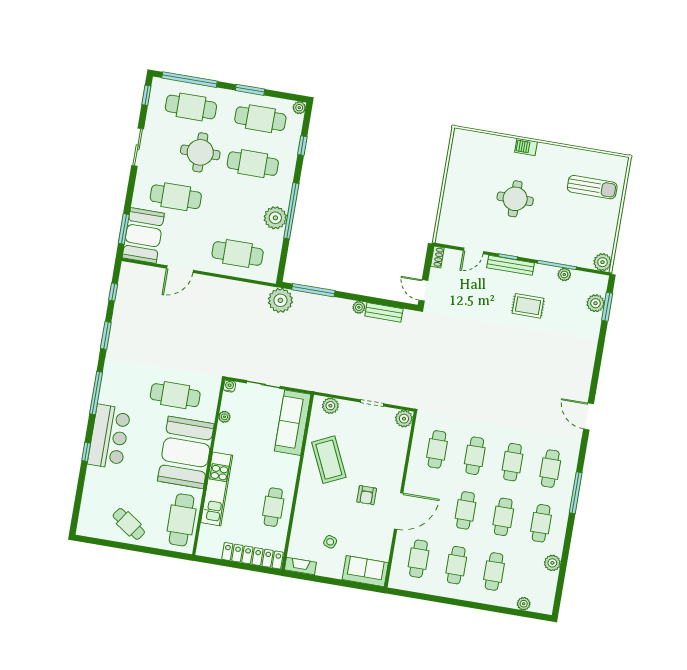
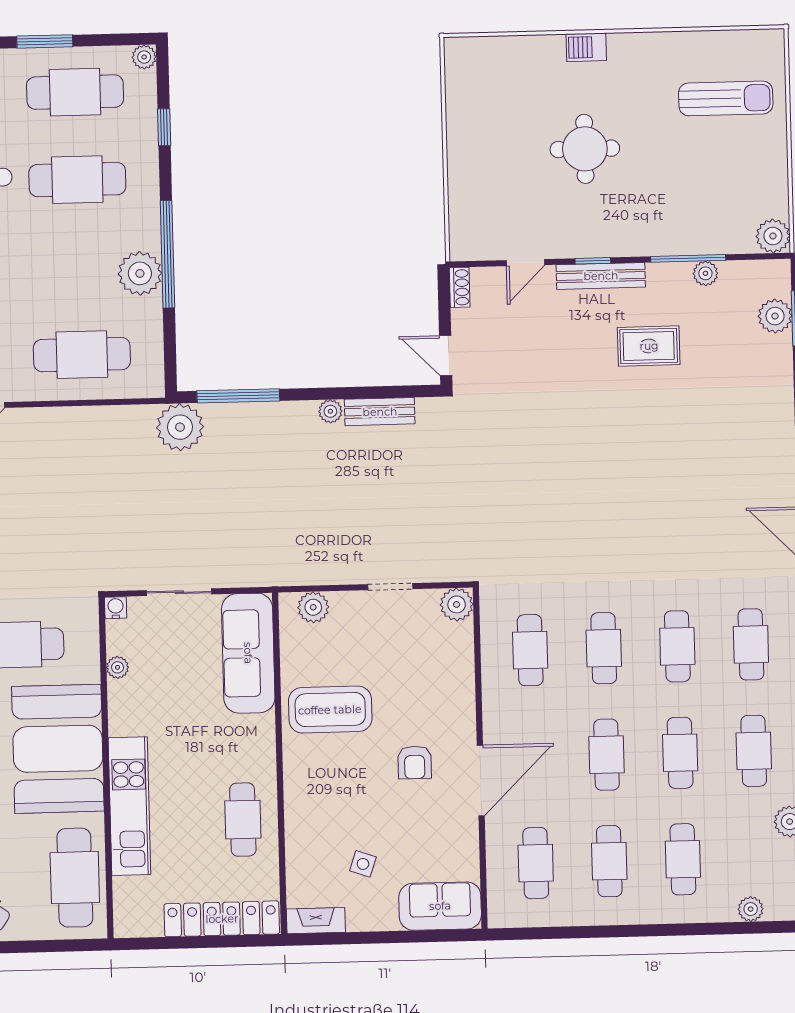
coffee table: (329, 460) -> (330, 710), turned -65

